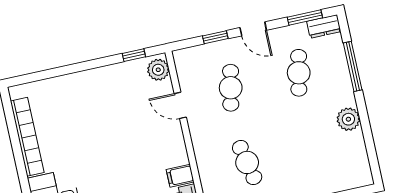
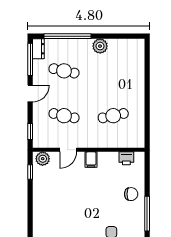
window: (305, 18) -> (30, 59), width x1.44
window: (215, 37) -> (30, 131), moved
window: (353, 66) -> (67, 36), width x1.46
filing cabinet: (180, 176) -> (91, 160), moved

